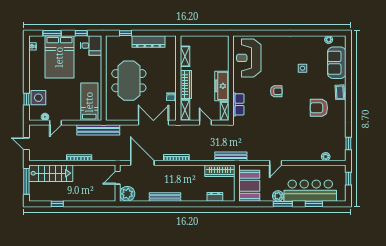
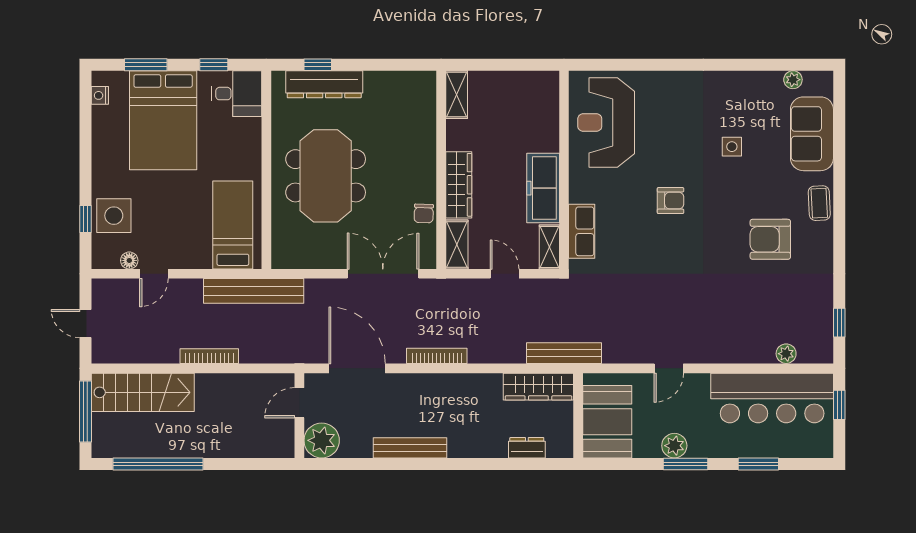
dresser: (149, 42) -> (324, 84), moved
shelving: (185, 56) -> (457, 95), moved
bar counter: (310, 191) -> (772, 398), moved, turned 180
window: (57, 204) -> (158, 464), width x3.17

